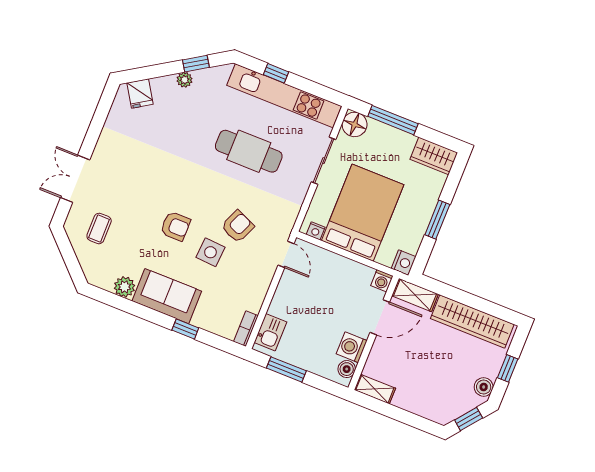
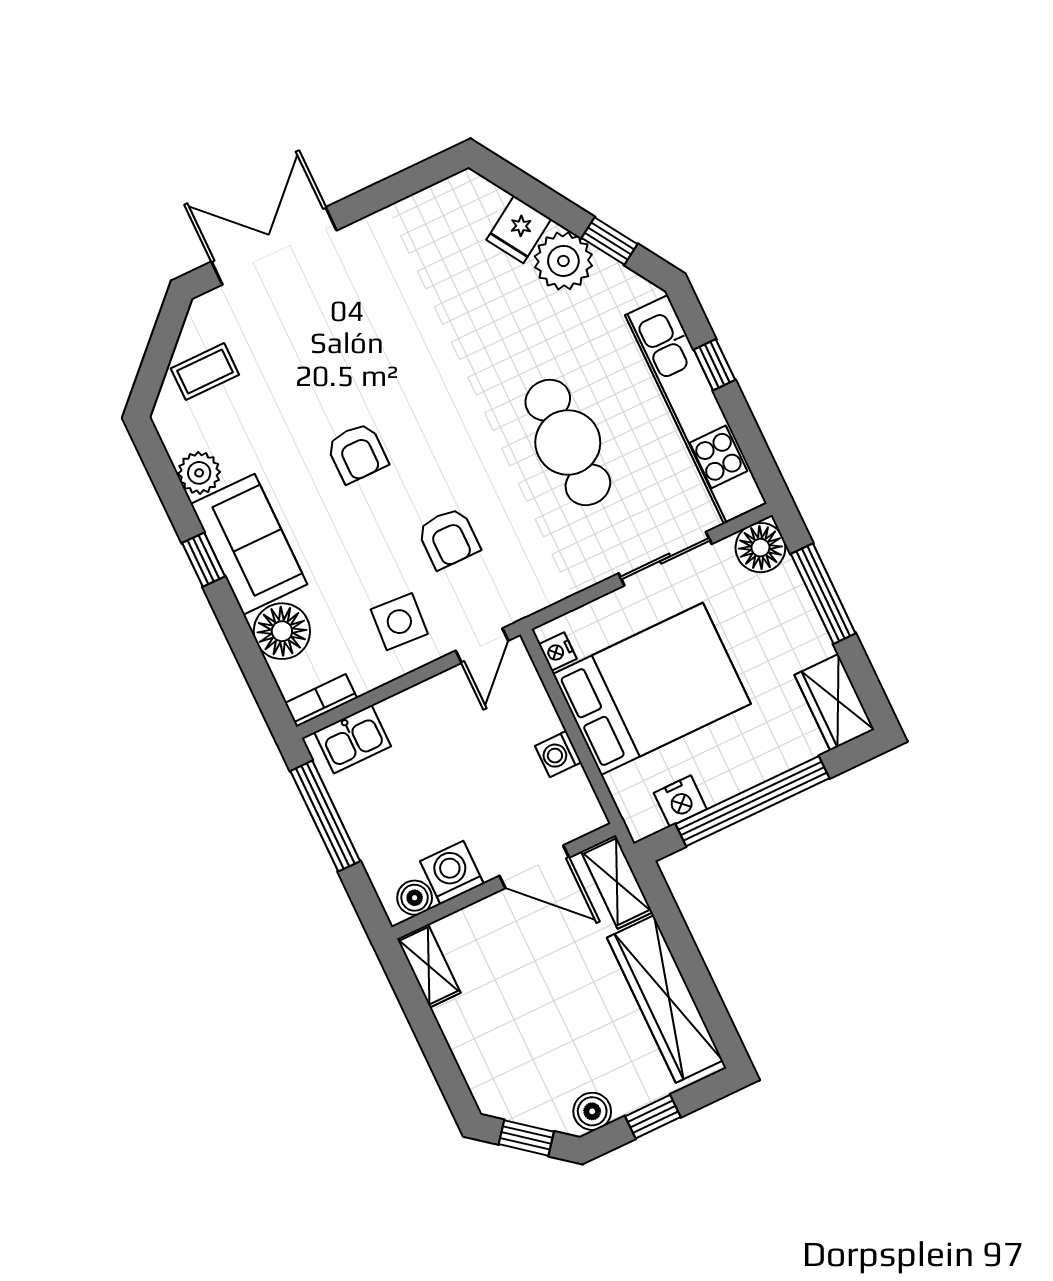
plant: (185, 80) -> (563, 261), width x1.88, depth x1.88
fridge: (140, 94) -> (519, 229), moved
double door: (75, 179) -> (274, 246), width x1.37
window: (437, 220) -> (753, 801), width x2.11
armchair: (238, 226) -> (449, 538), turned 67
coffee table: (99, 228) -> (205, 372), moved
side table: (210, 252) -> (399, 622), moved
nightstand: (404, 263) -> (680, 801), moved
washing machine: (382, 281) -> (558, 754), moved
floor lamp: (208, 317) -> (282, 631), added
window: (185, 329) -> (203, 560), moved
window: (286, 369) -> (325, 816), width x1.44

